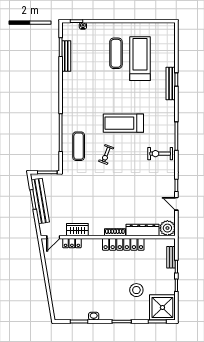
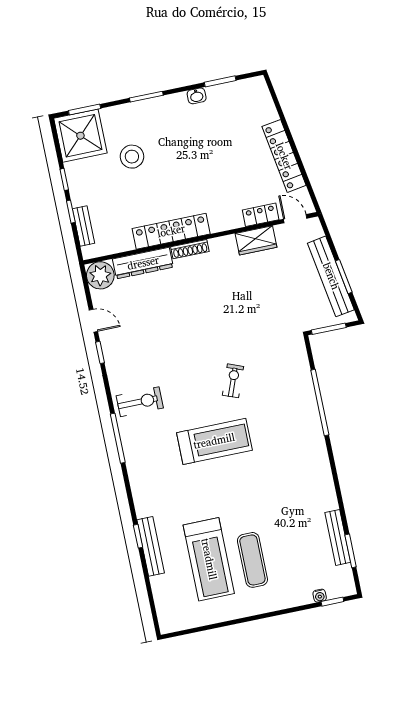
bench: (171, 83) -> (151, 546), moved
exercise mat: (79, 146) -> (284, 385), removed
door: (53, 237) -> (295, 219), hinge flipped
locker: (52, 273) -> (284, 156), added

